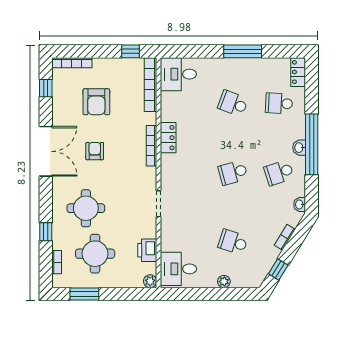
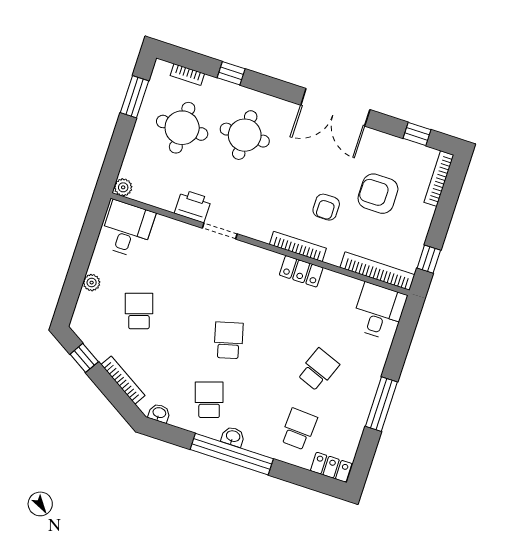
armchair: (95, 151) -> (326, 207), moved, turned 90
bookcase: (285, 237) -> (123, 380), width x1.56
school desk: (233, 242) -> (139, 311), turned -36
printer: (147, 250) -> (193, 206), moved

